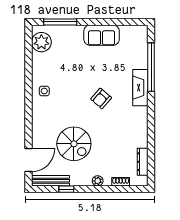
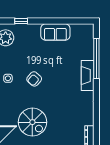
window: (60, 22) -> (21, 21), width x0.46
armchair: (101, 98) -> (34, 79), moved

